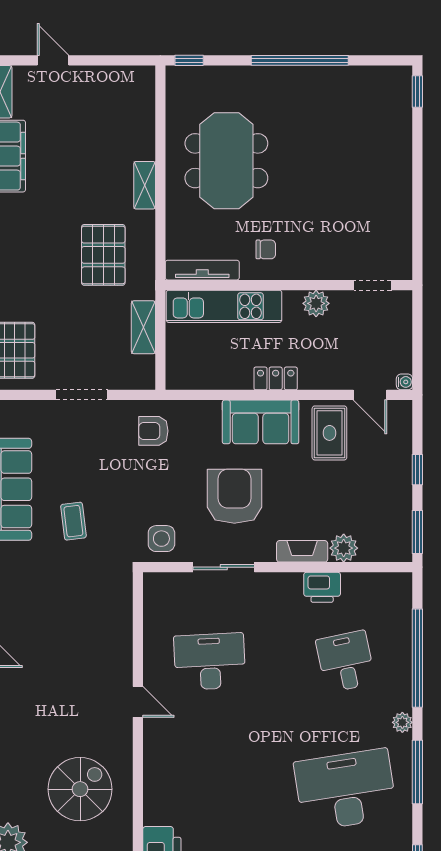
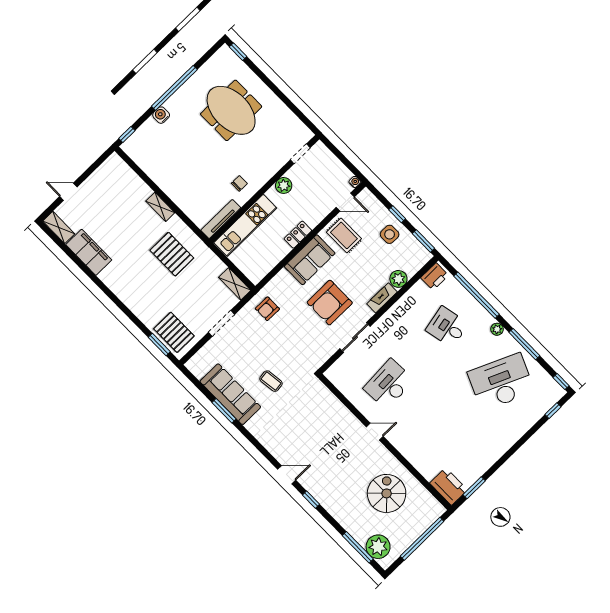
water cooler: (252, 77) -> (161, 115), added
meeting table: (226, 161) -> (231, 110), moved
shelving: (143, 327) -> (235, 284), moved
armchair: (234, 496) -> (330, 303), turned -90
side table: (161, 539) -> (390, 234), moved
printer: (322, 587) -> (435, 277), moved
desk: (346, 790) -> (501, 382), turned 33

